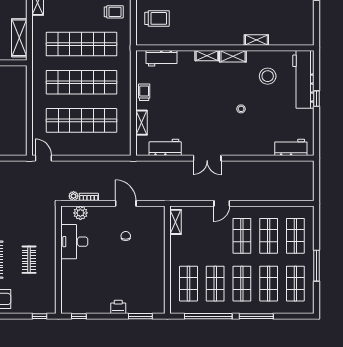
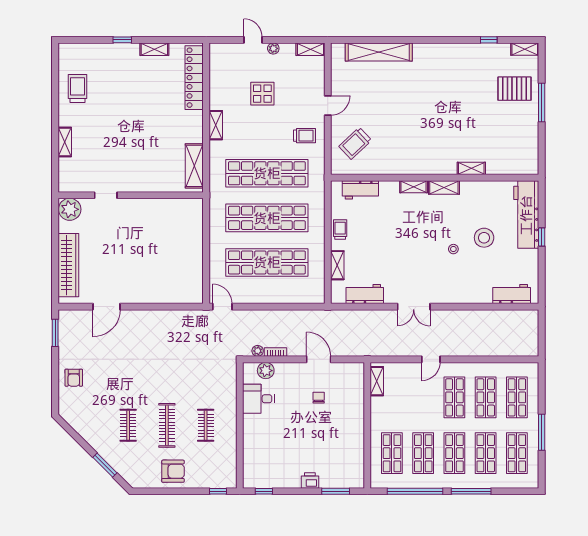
trolley: (157, 18) -> (355, 143), turned 137
stool: (268, 76) -> (484, 238), moved
desk: (74, 242) -> (258, 399), width x0.73

